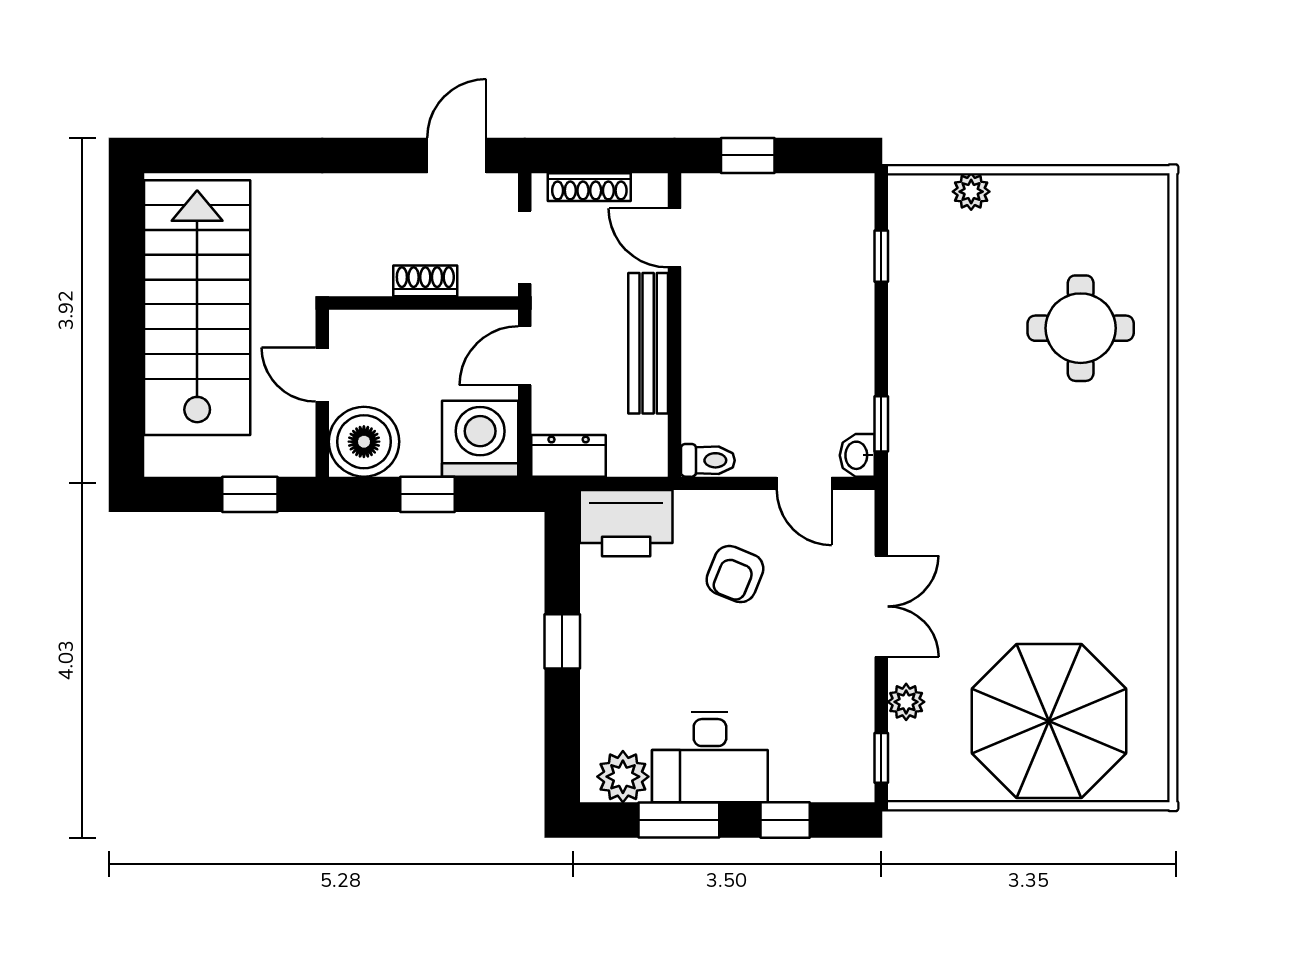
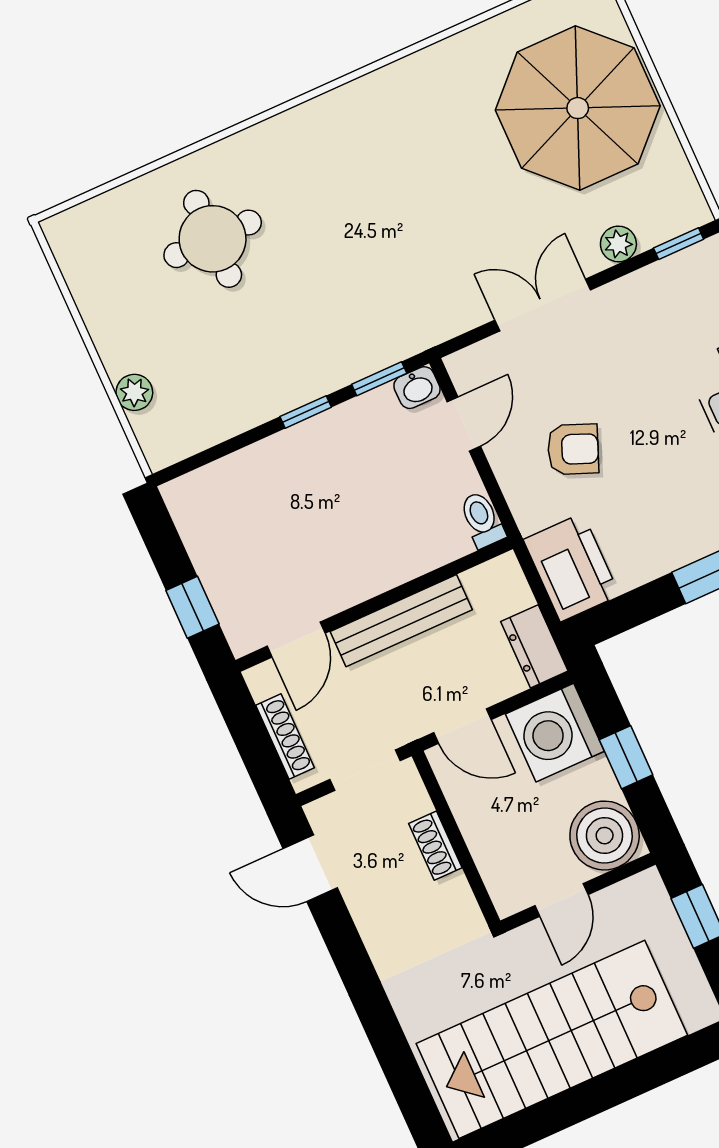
window: (881, 256) -> (306, 412), moved

